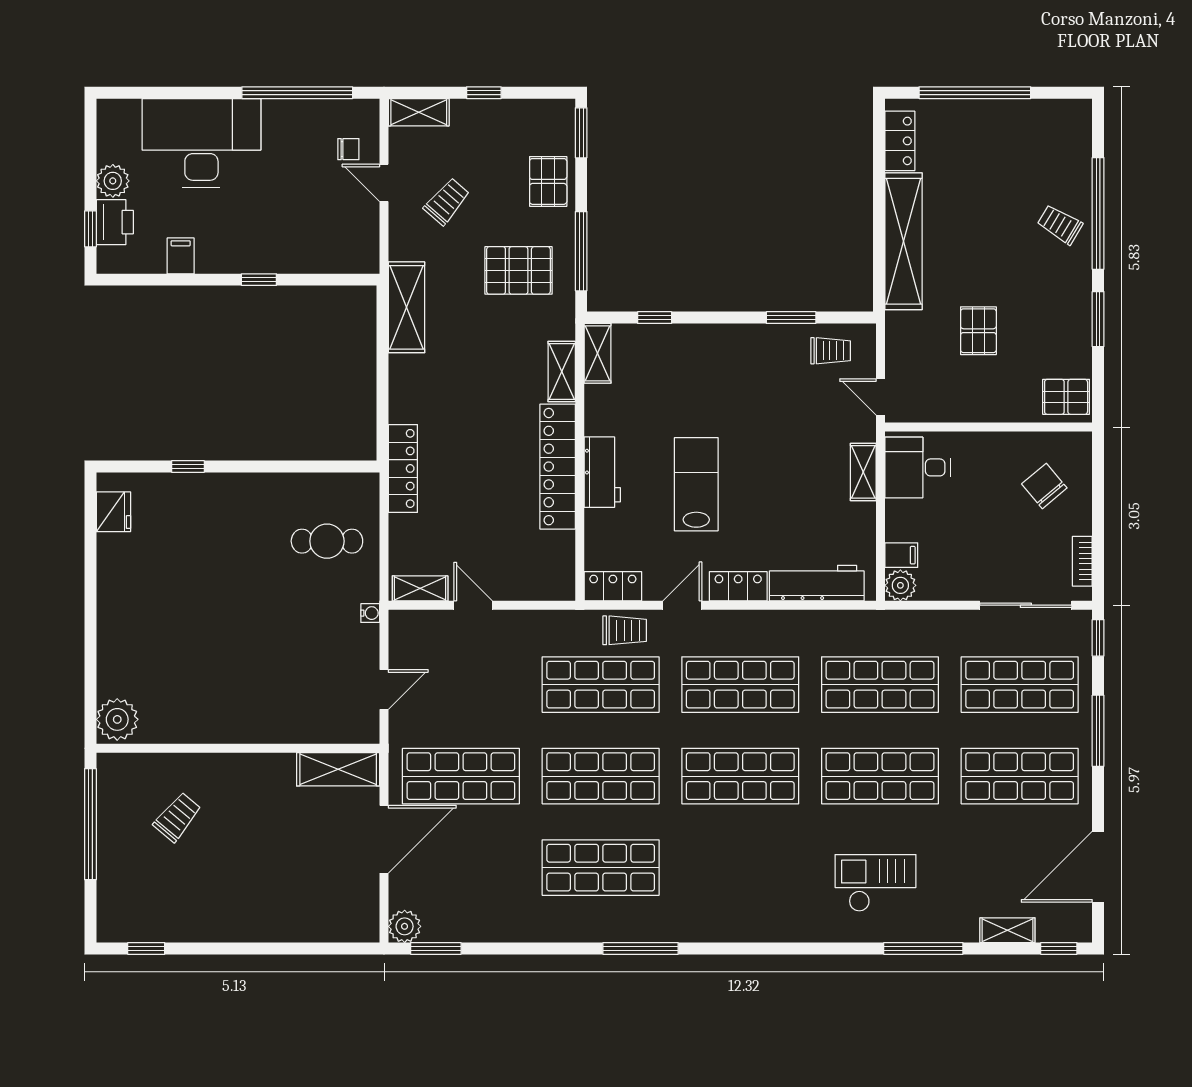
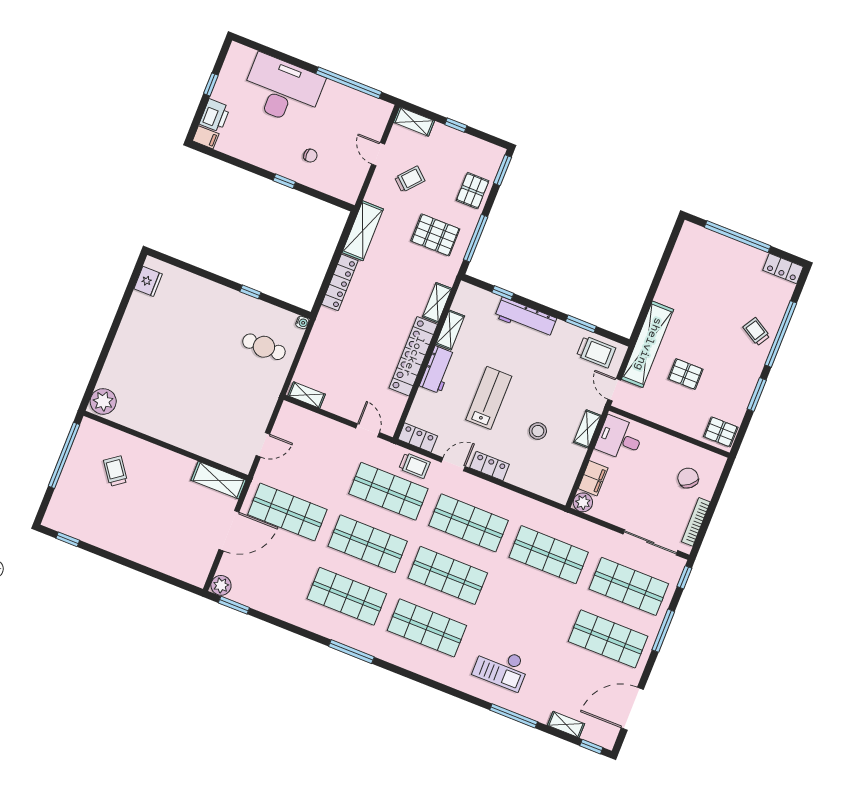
locker: (900, 141) -> (783, 269), moved, turned 90
chair: (348, 149) -> (310, 156), moved
plant: (113, 181) -> (223, 91), removed
window: (90, 229) -> (211, 84), moved
shelving: (903, 241) -> (648, 344), moved
filing cabinet: (181, 256) -> (206, 137), moved, turned 90
pallet: (978, 331) -> (686, 374), turned 90
trolley: (831, 351) -> (596, 352), width x1.36, depth x1.39
shelving: (597, 353) -> (450, 330), moved
window: (188, 467) -> (250, 292), moved
locker: (403, 468) -> (340, 282), moved
stool: (790, 505) -> (538, 431), added
filing cabinet: (901, 555) -> (593, 478), width x2.00
bookcase: (1082, 561) -> (696, 522), width x1.56
workbench: (817, 583) -> (526, 318), moved, turned 180
door: (473, 605) -> (368, 430), moved
water cooler: (370, 613) -> (302, 322), moved
shop shelf: (880, 776) -> (427, 628), moved
trolley: (177, 817) -> (115, 471), turned -76
checkout: (876, 883) -> (501, 667), turned 180

